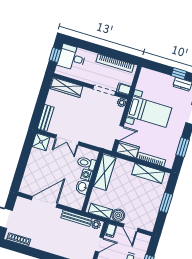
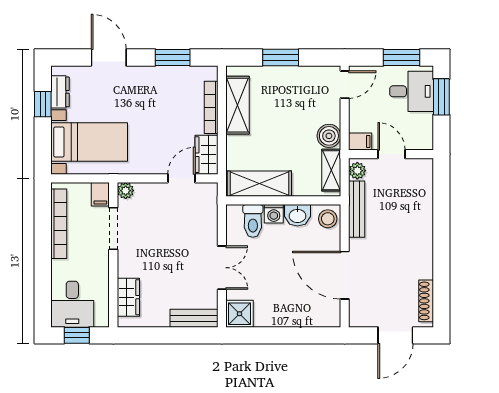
wardrobe: (67, 87) -> (128, 297), width x0.67
bed with nightstands: (149, 112) -> (89, 142), moved, turned 90
door: (119, 133) -> (181, 178), hinge flipped
stool: (76, 202) -> (328, 219), added
door: (130, 228) -> (345, 85), moved

